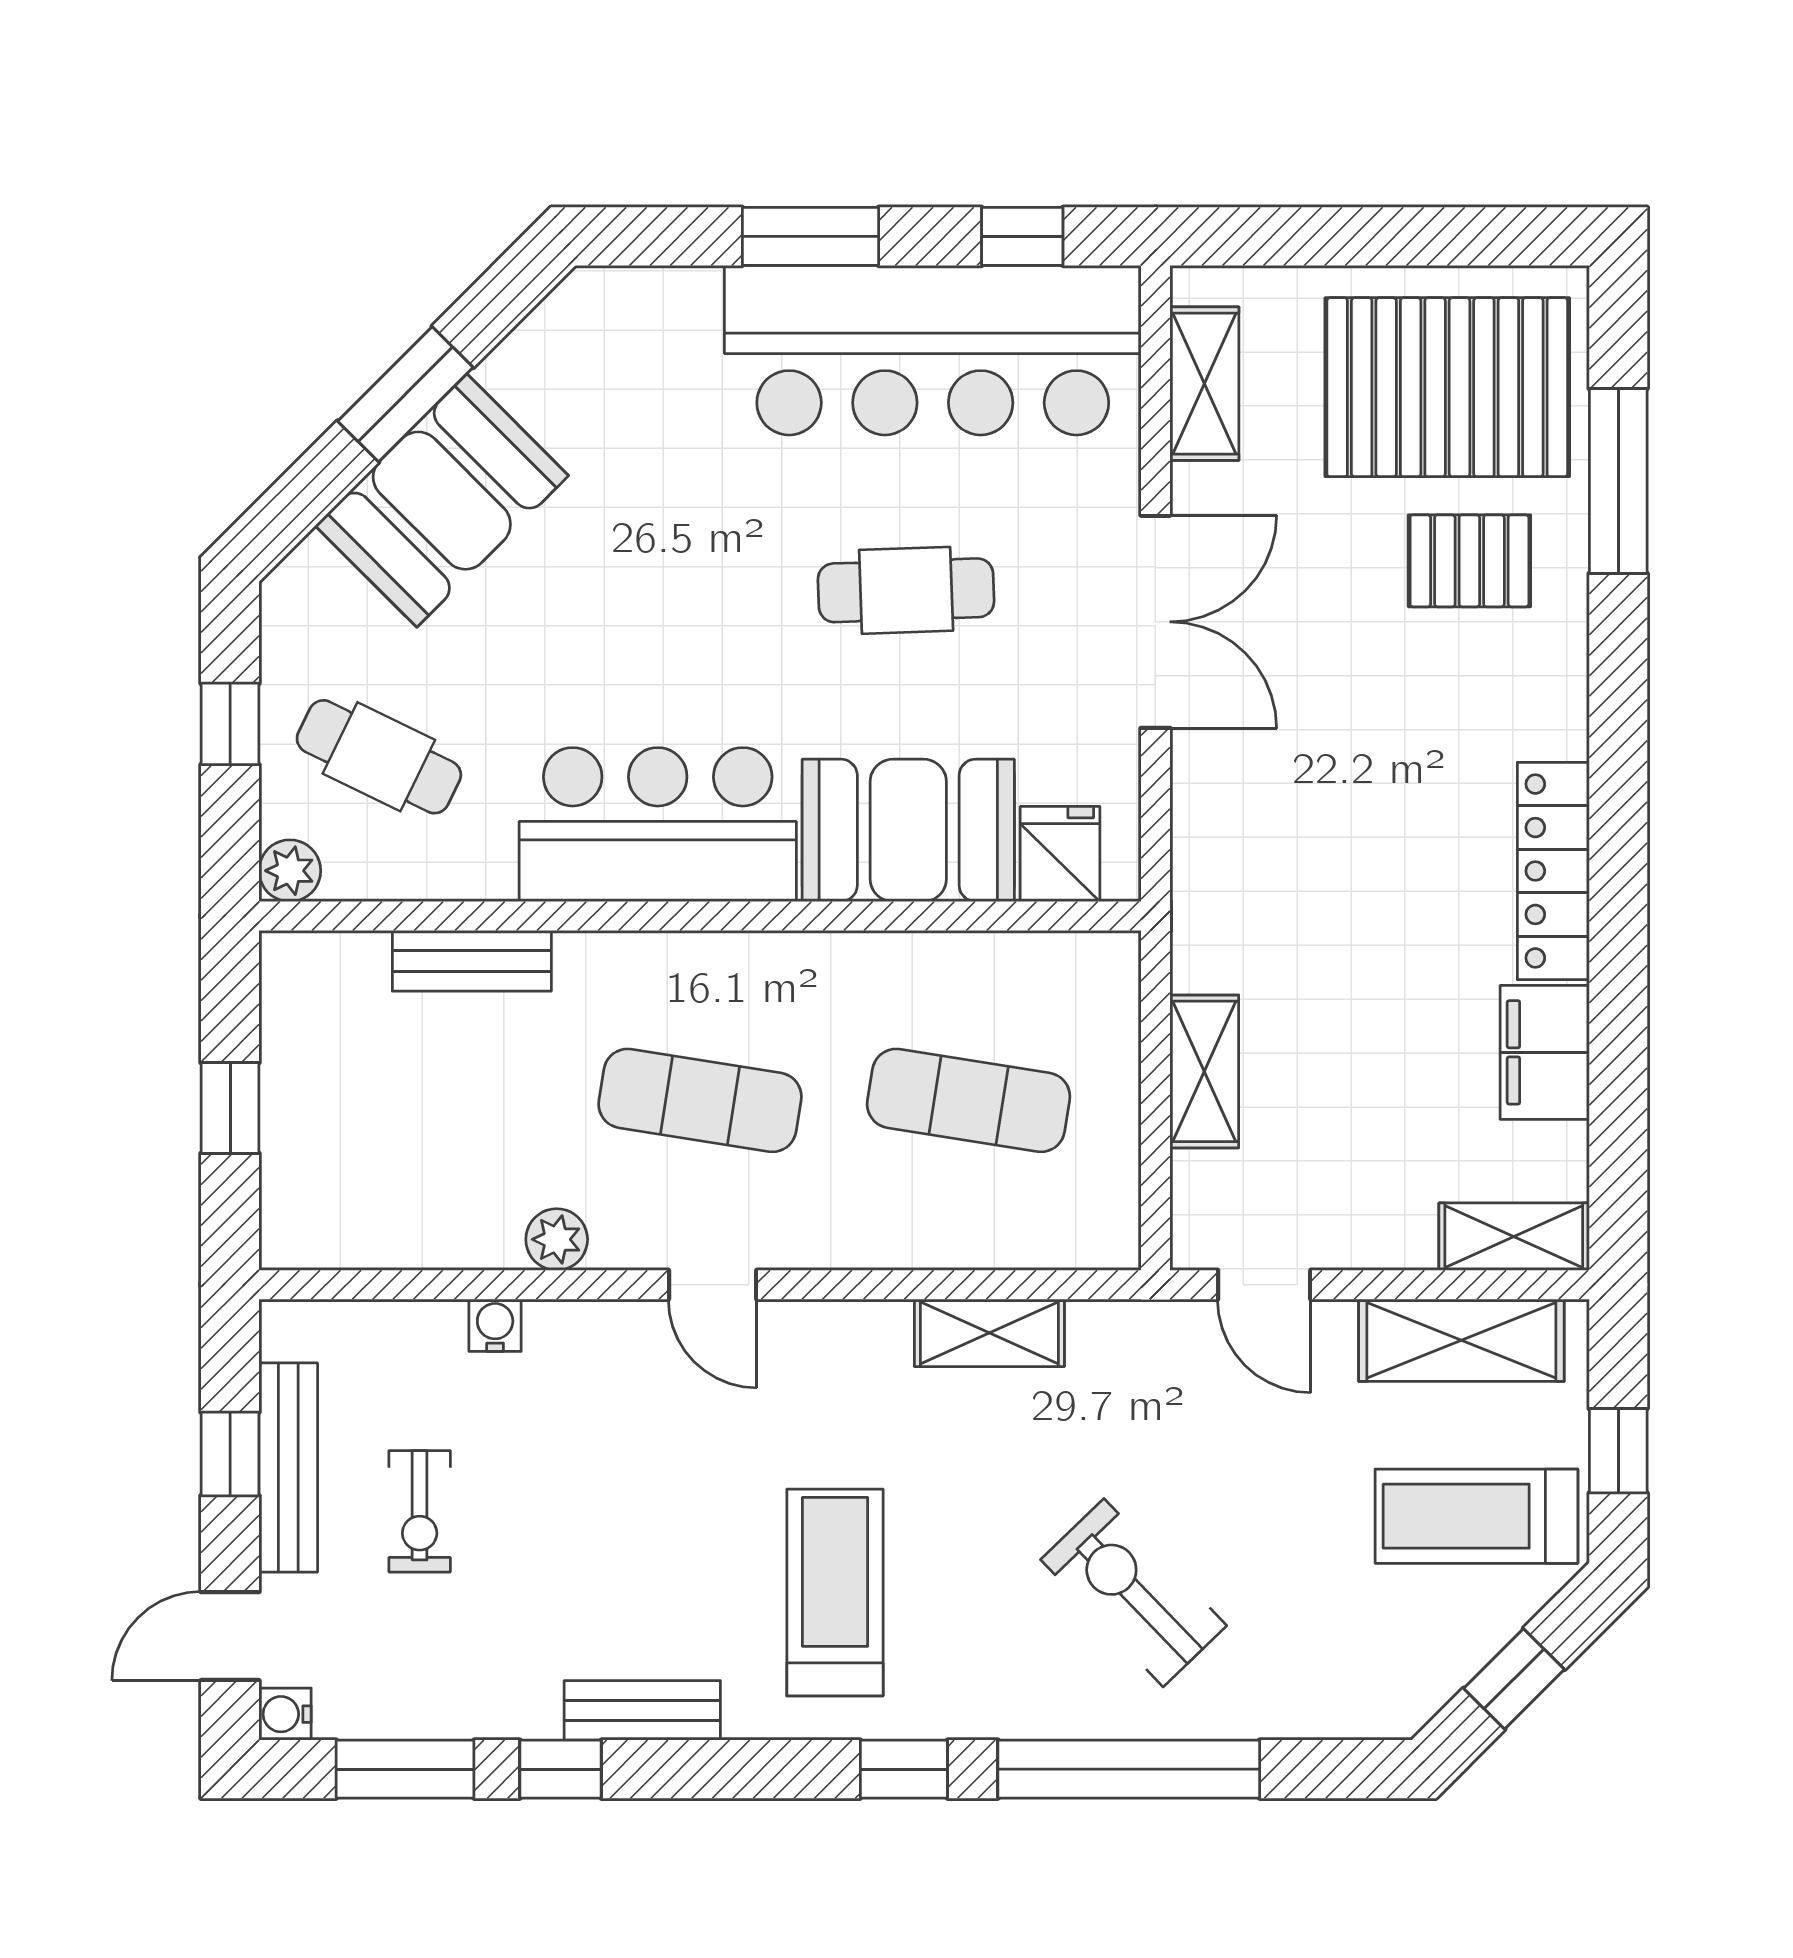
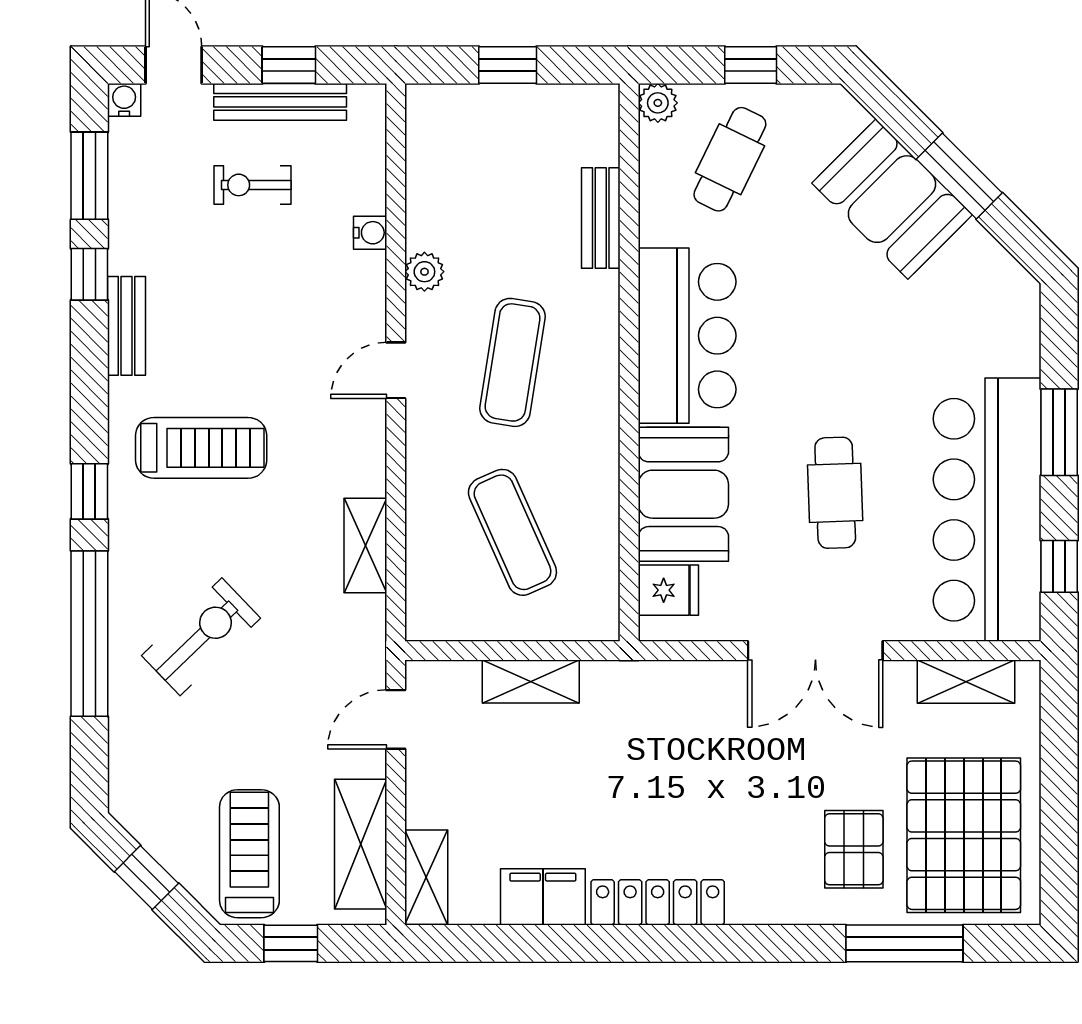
exercise mat: (969, 1100) -> (512, 532), turned -33

